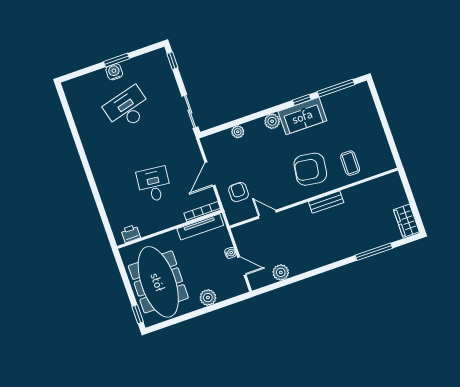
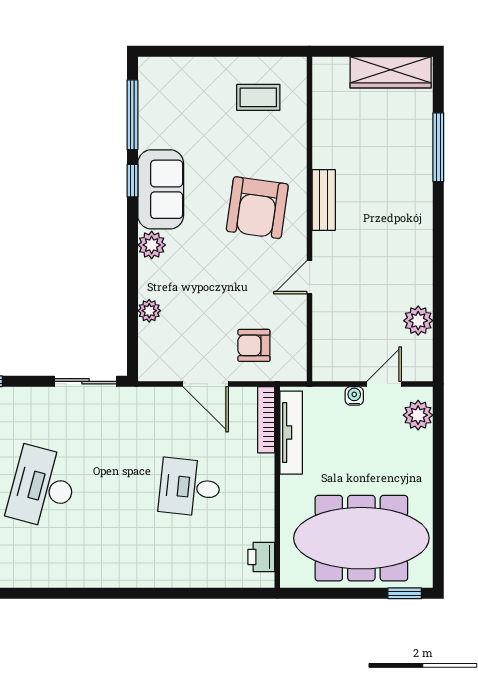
desk: (128, 108) -> (43, 487), turned 30
coffee table: (350, 163) -> (258, 97), moved
door: (267, 214) -> (310, 277), moved
wardrobe: (406, 221) -> (391, 72), width x1.50
plant: (208, 298) -> (418, 415), moved

